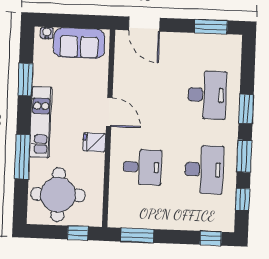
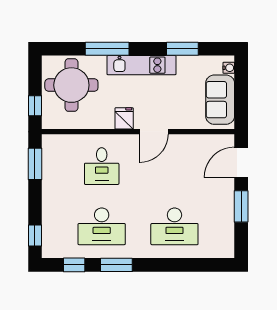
window: (211, 27) -> (241, 206), moved
window: (246, 109) -> (162, 265), removed

